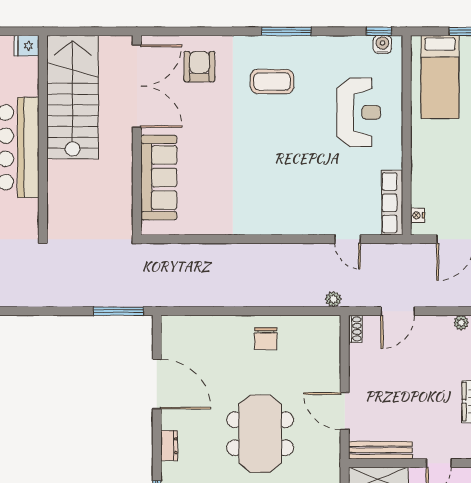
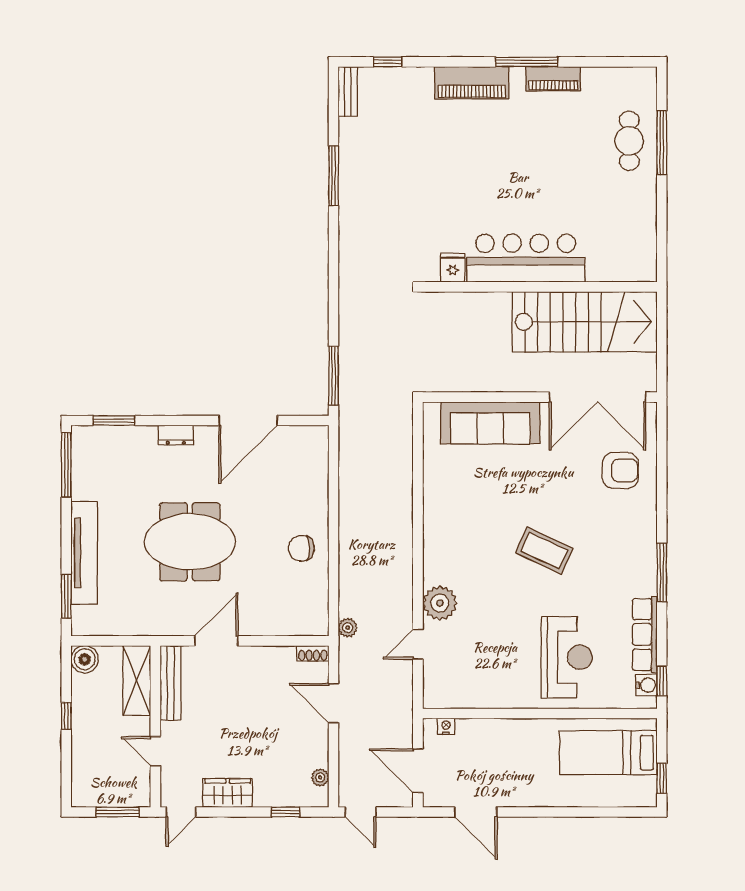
fridge: (26, 46) -> (453, 268), moved
coffee table: (272, 82) -> (544, 551), moved, turned -65
reception desk: (359, 112) -> (567, 657), turned -90
row of seats: (392, 203) -> (645, 634), moved, turned -90
plant: (312, 221) -> (440, 603), added

